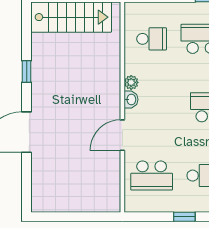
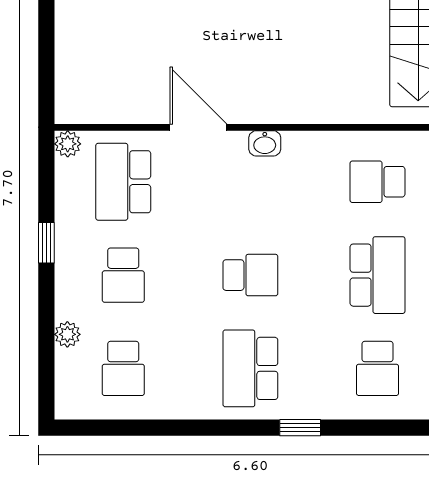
school desk: (152, 39) -> (378, 182), turned 90
plant: (131, 82) -> (68, 144), moved

